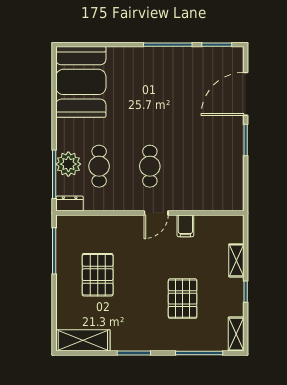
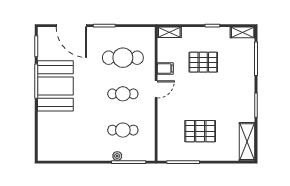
booth: (81, 82) -> (55, 86), moved, turned 90
plant: (68, 164) -> (117, 156), width x0.53, depth x0.53
cafe table: (201, 166) -> (123, 58), added
dresser: (70, 204) -> (150, 151), removed
door: (156, 213) -> (156, 89), hinge flipped
shelving: (236, 260) -> (169, 32), moved
pallet: (183, 299) -> (203, 62), moved

